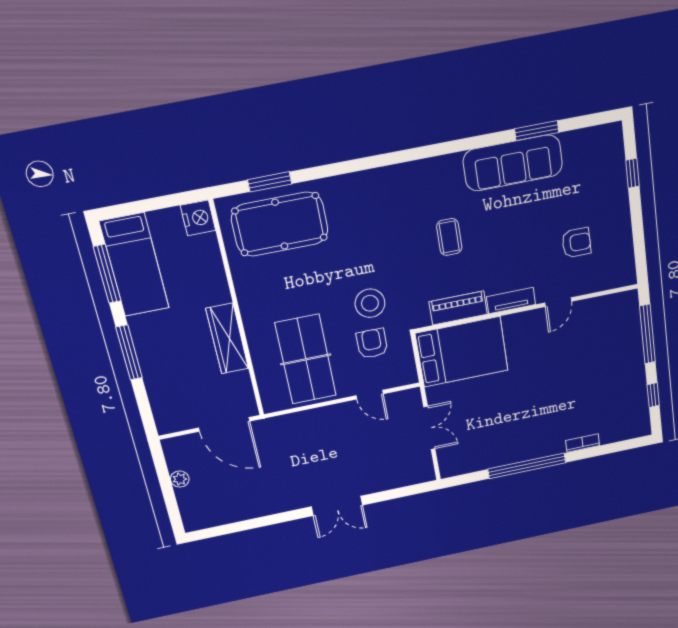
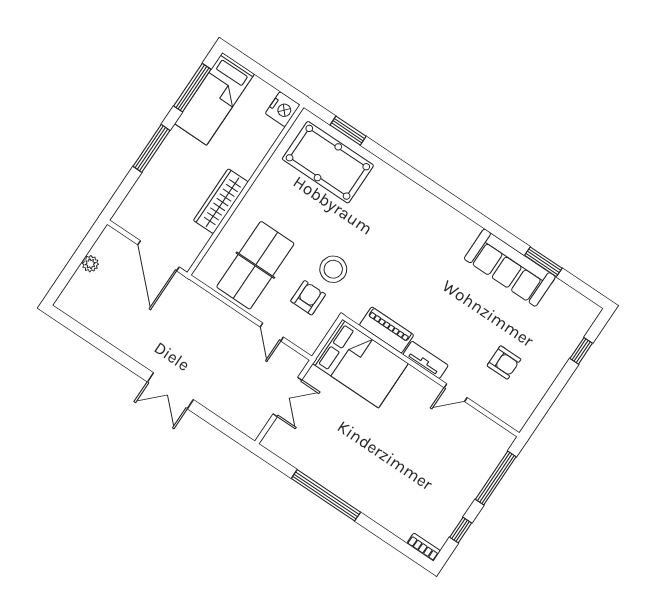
coffee table: (449, 237) -> (425, 276), removed
bookcase: (583, 443) -> (424, 547), moved

